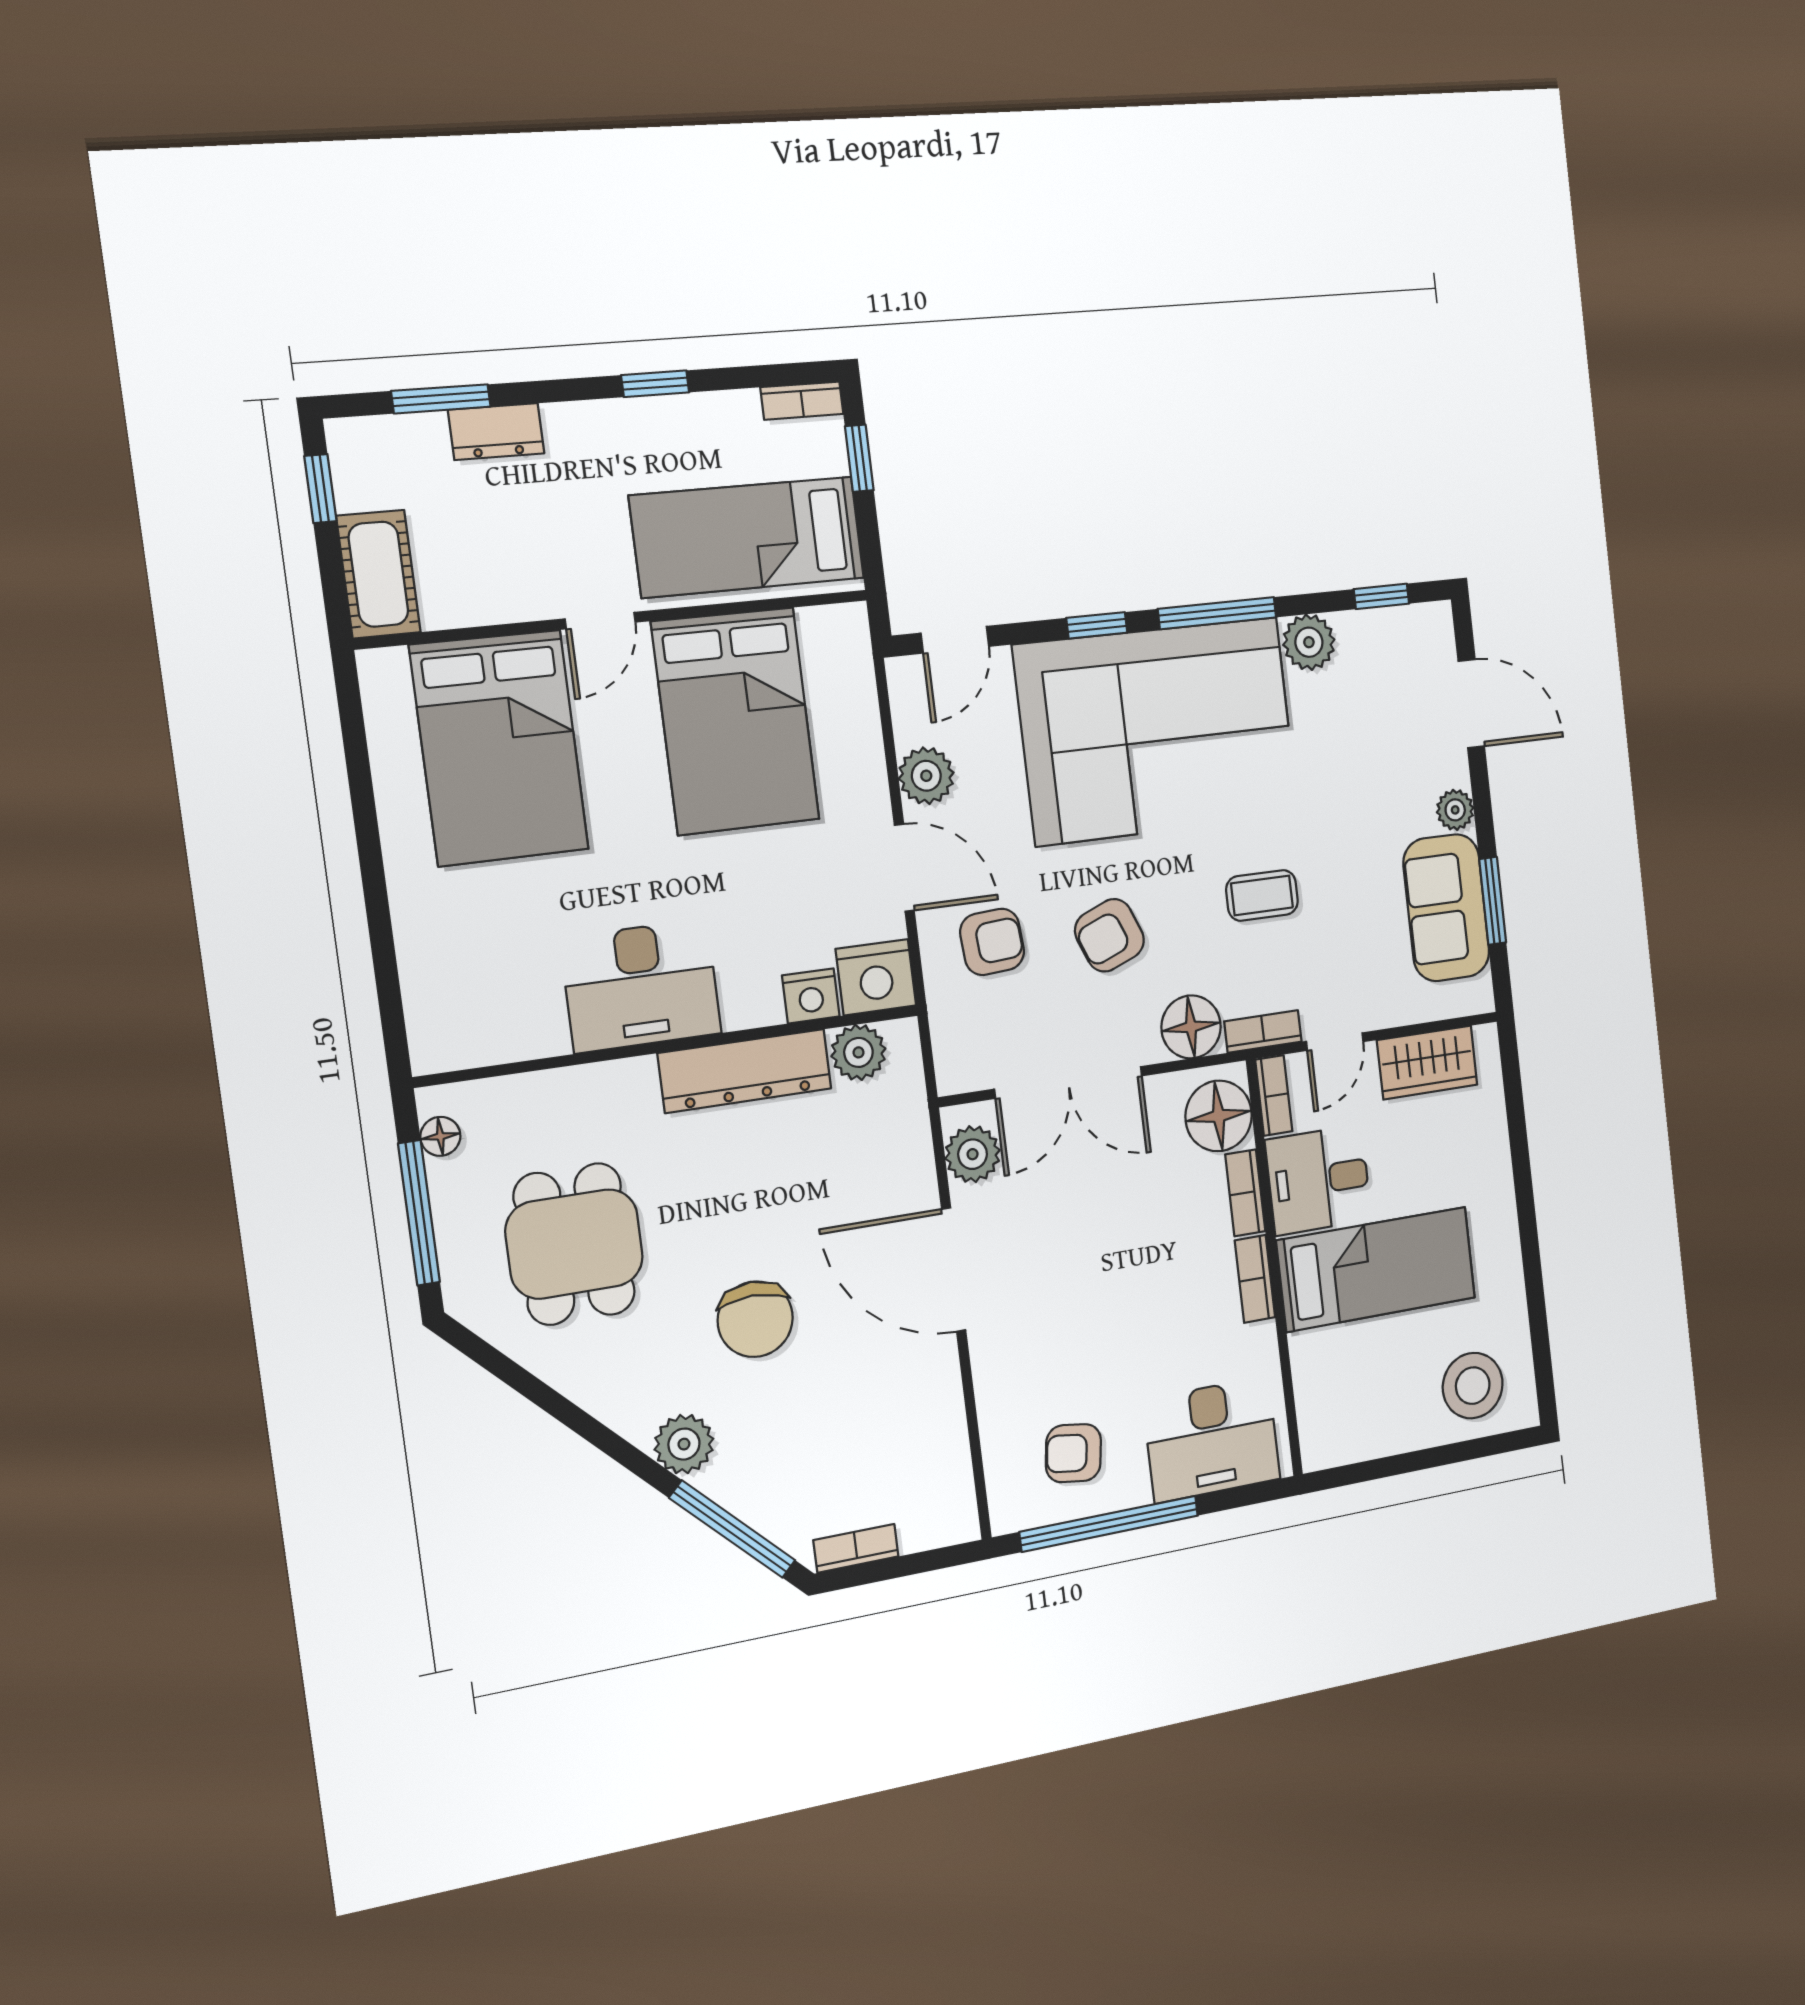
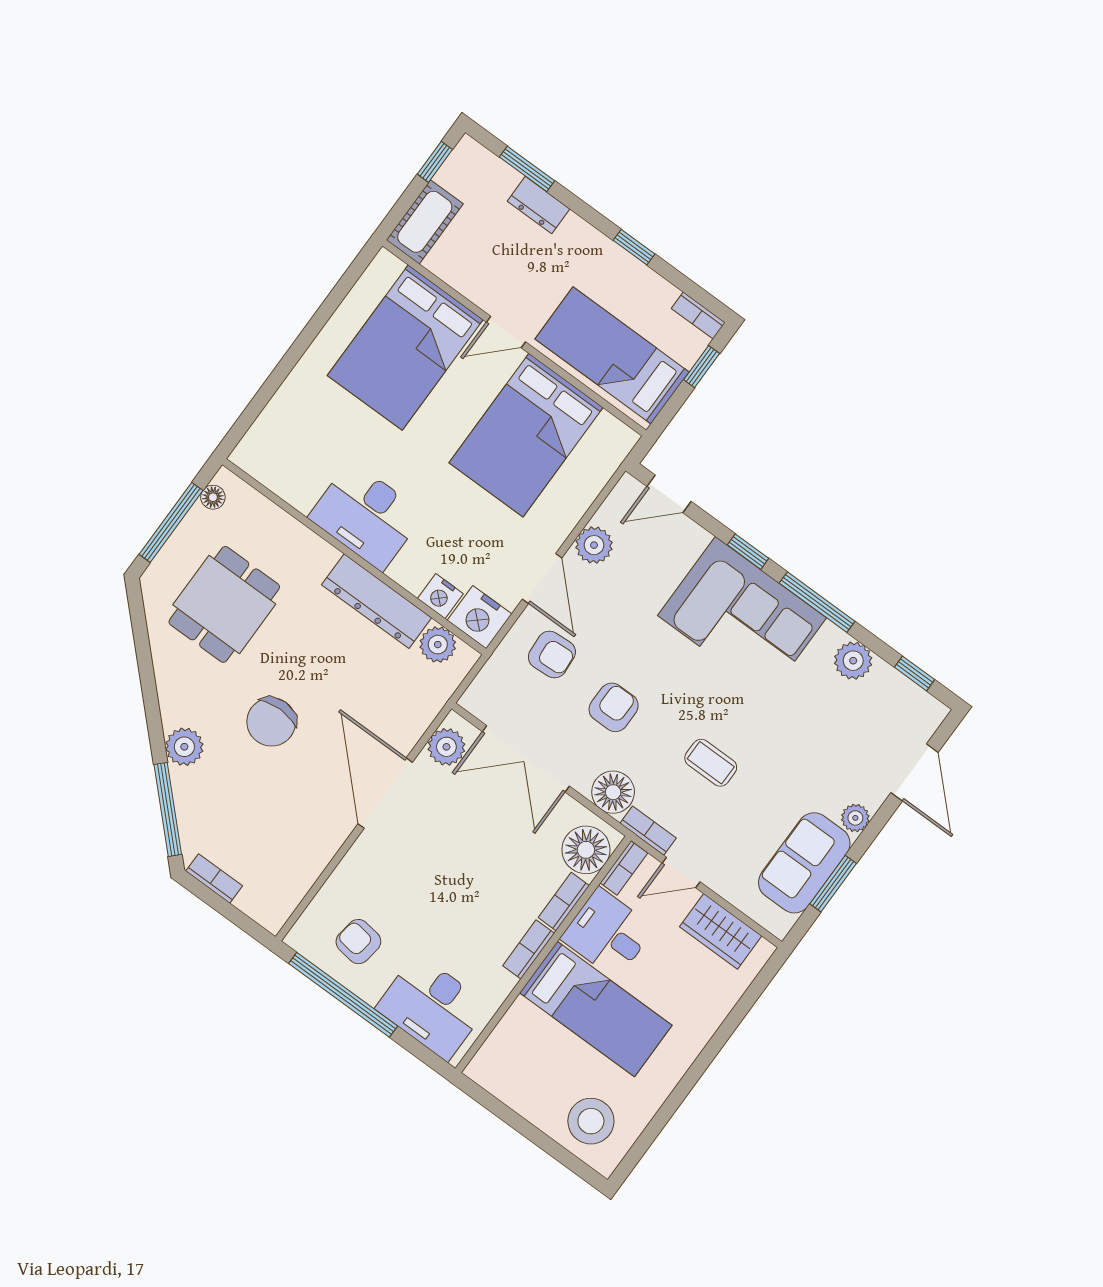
corner sofa: (1157, 731) -> (742, 617), width x0.73, depth x0.74
armchair: (1109, 935) -> (614, 707), turned 112

